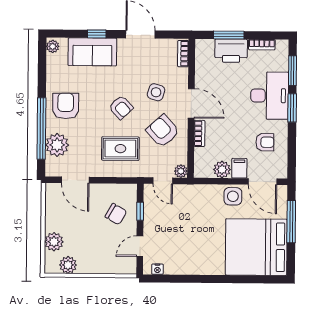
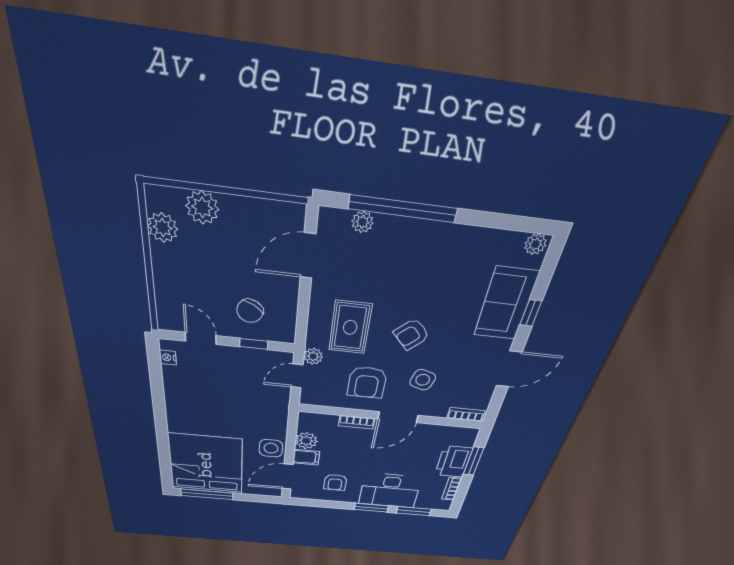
armchair: (66, 106) -> (432, 254), removed
armchair: (163, 131) -> (367, 383), turned 132
plant: (57, 145) -> (362, 222), width x0.53, depth x0.53
plant: (181, 171) -> (313, 356), moved
window: (291, 222) -> (207, 494), moved

